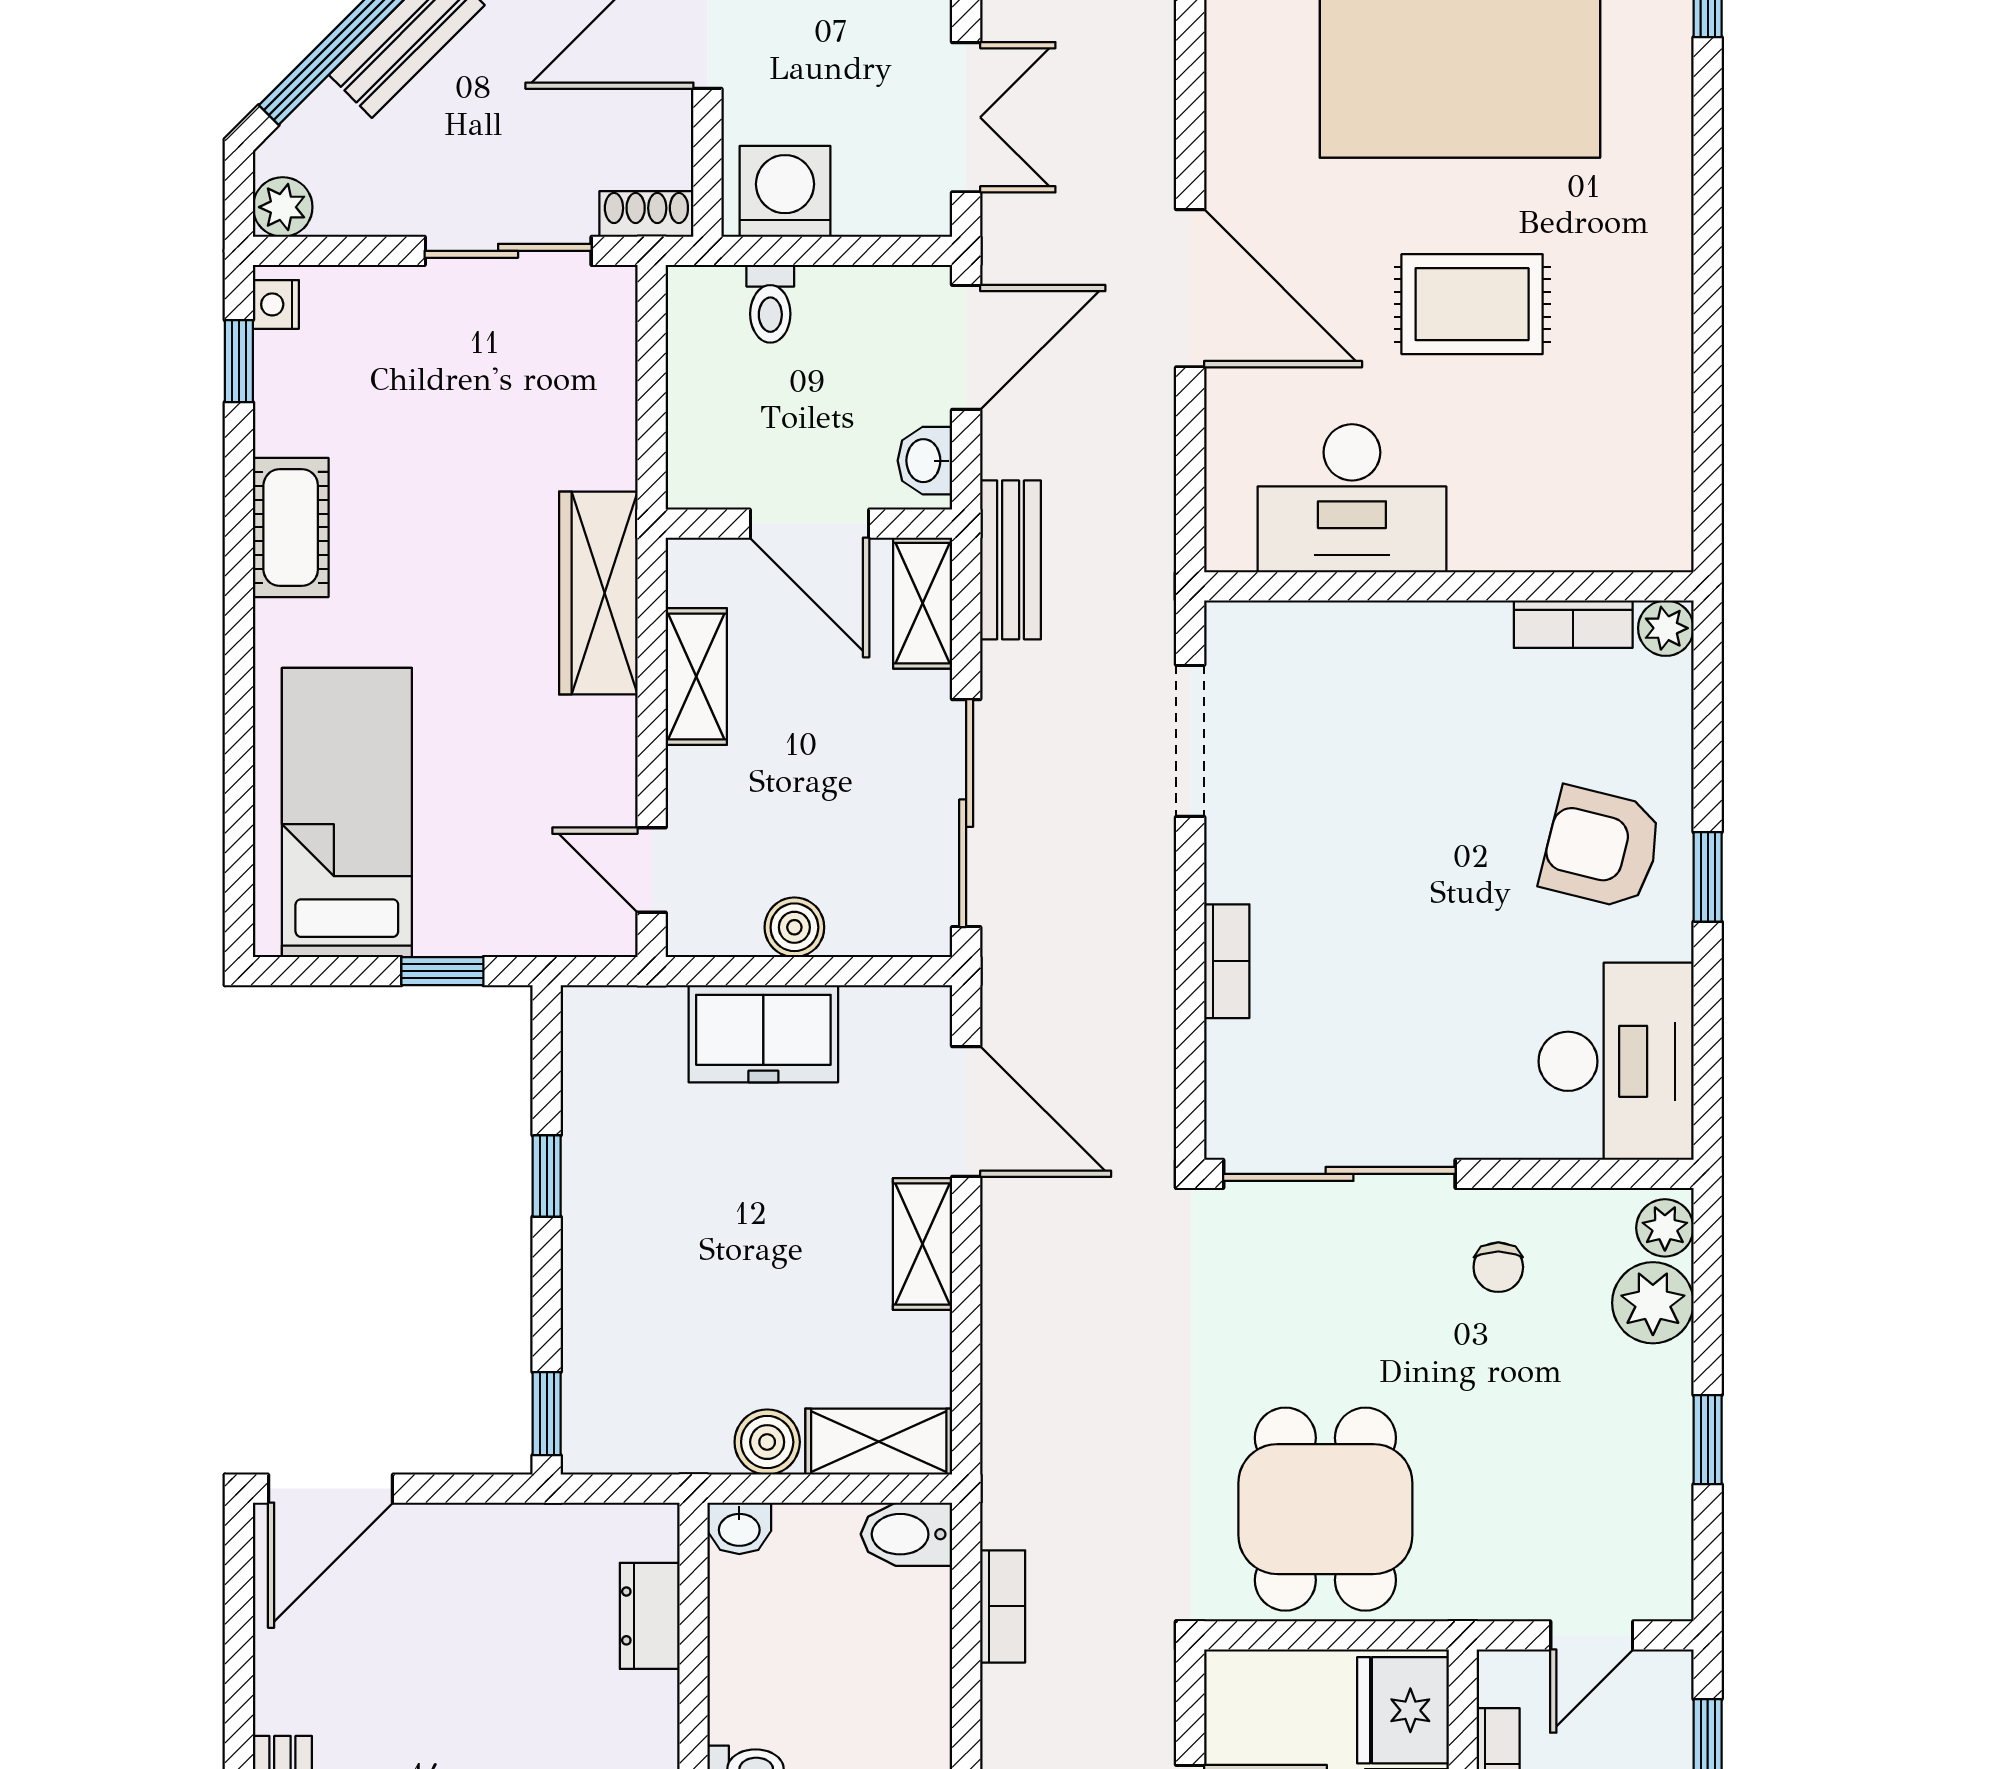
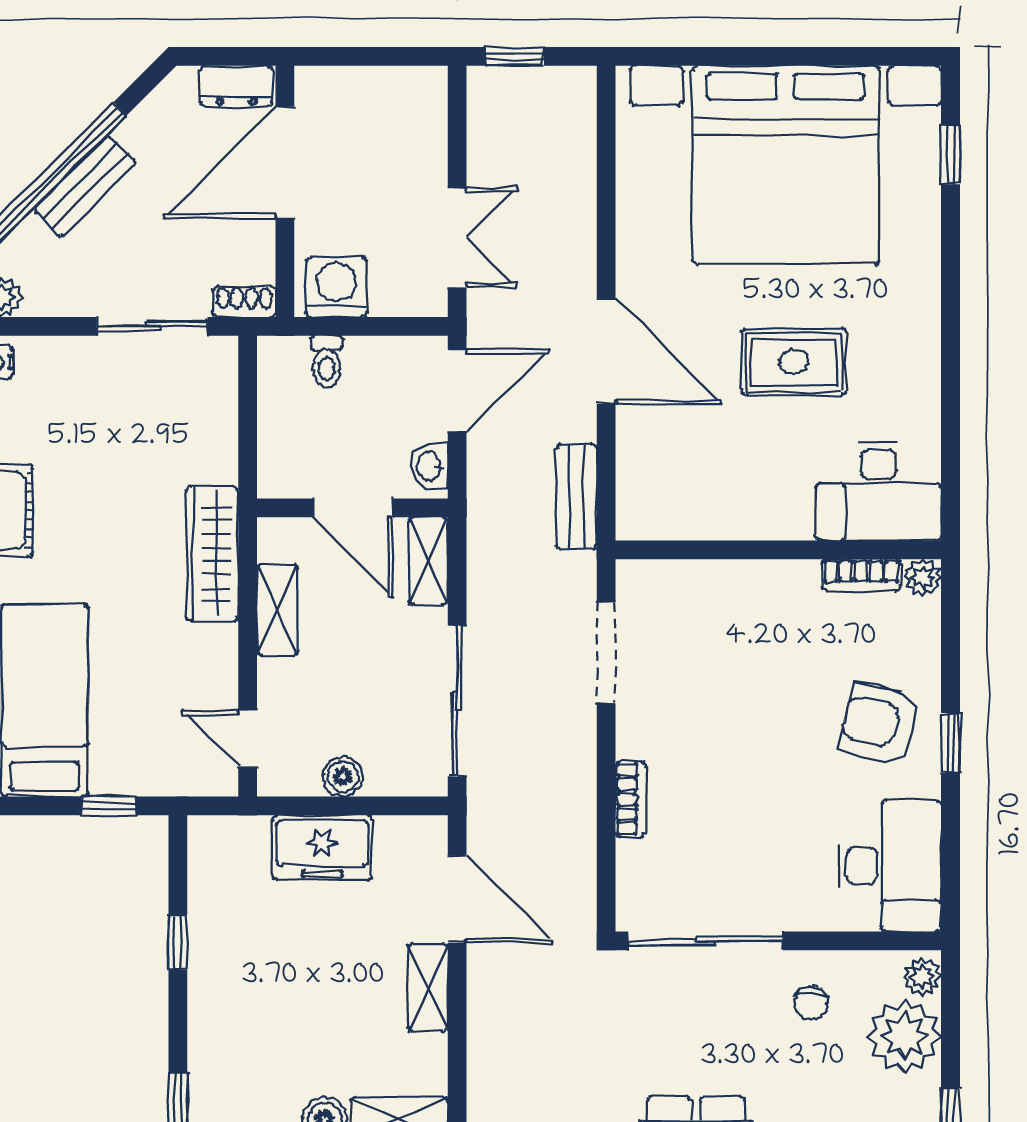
desk: (1352, 498) -> (878, 491), moved
bench: (1011, 560) -> (577, 497), moved
plant: (1653, 1303) -> (904, 1036), width x1.36, depth x1.36

